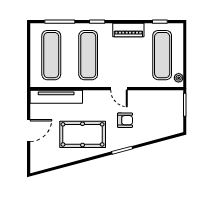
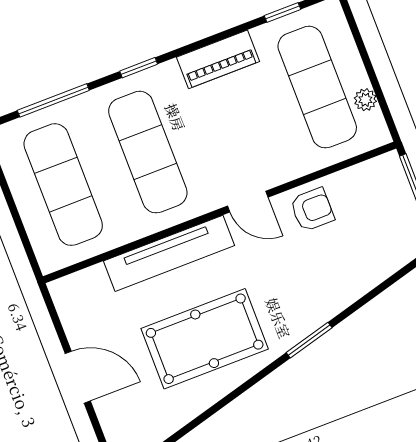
plant: (179, 78) -> (365, 100), moved
tv unit: (56, 97) -> (169, 253), moved
armchair: (125, 120) -> (312, 210), moved
door: (29, 131) -> (78, 377), hinge flipped

